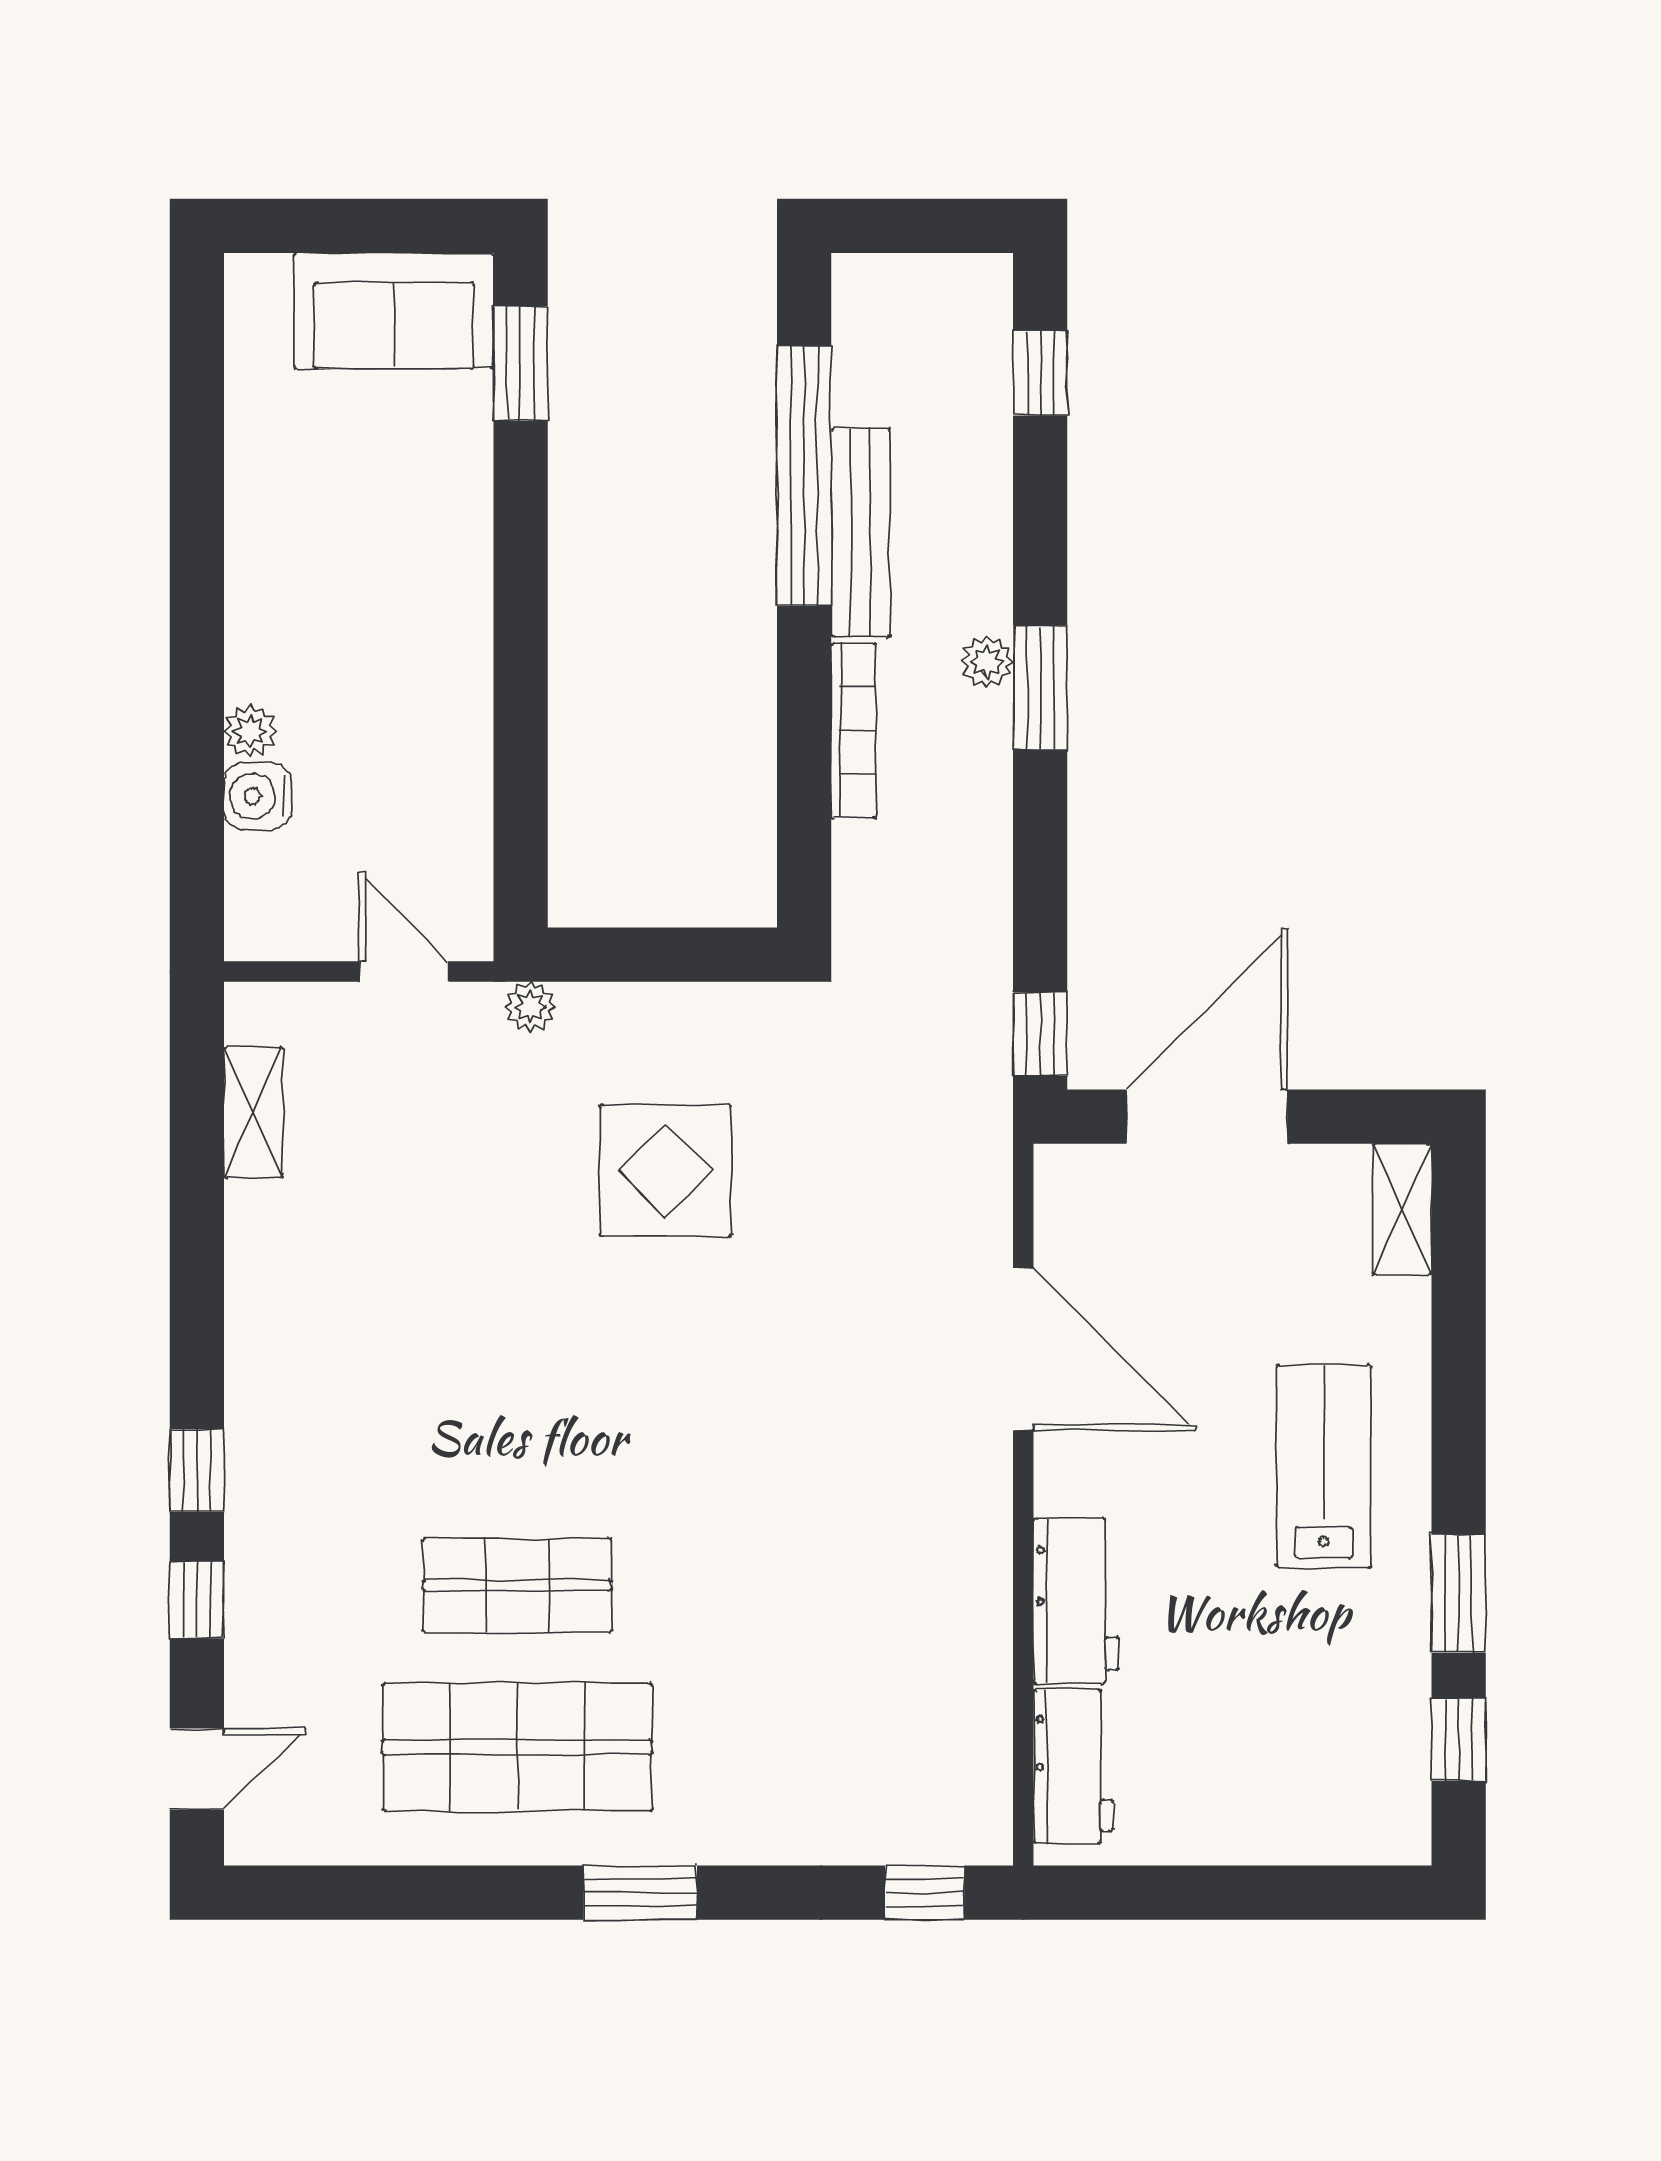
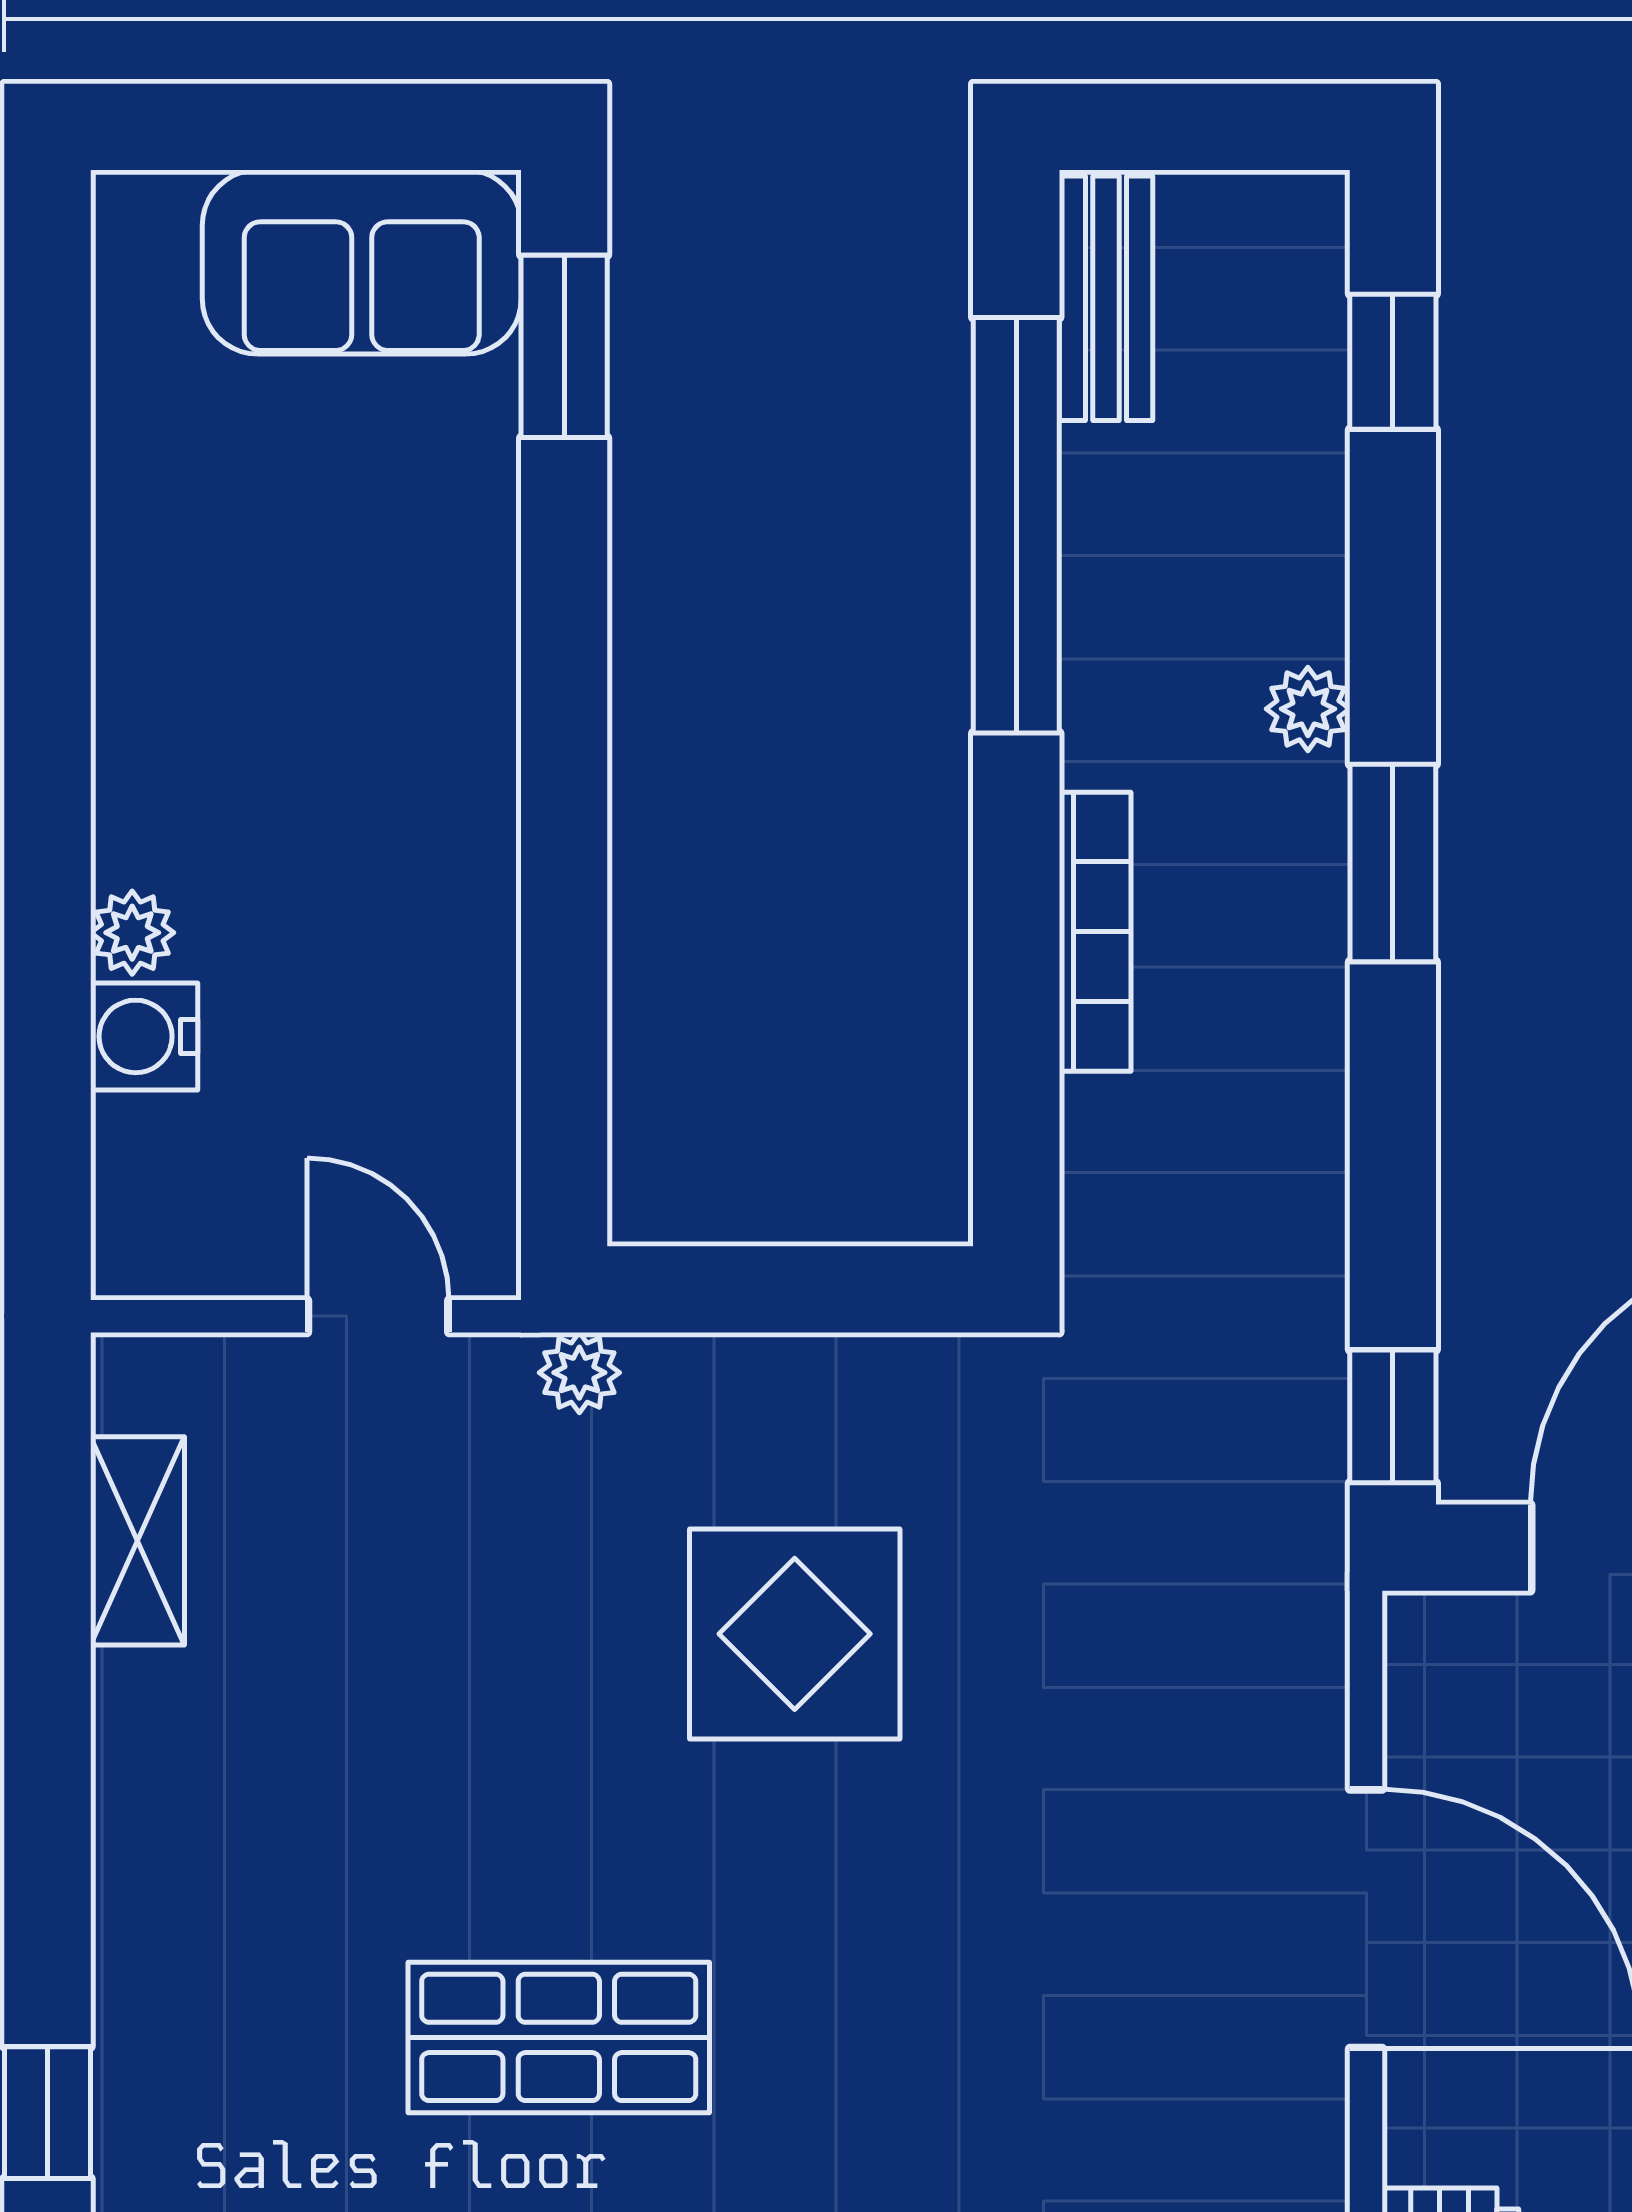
bench: (860, 533) -> (1106, 298), moved, width x0.73
plant: (987, 662) -> (1308, 709), moved
shop shelf: (517, 1424) -> (559, 2037), added

